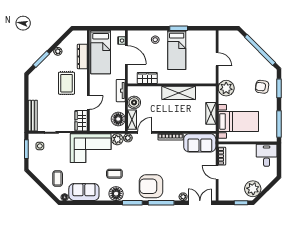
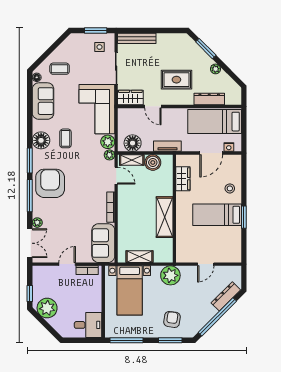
dresser: (243, 43) -> (226, 296), added

